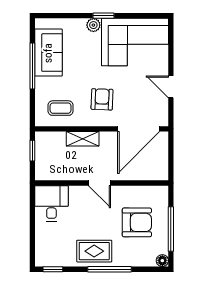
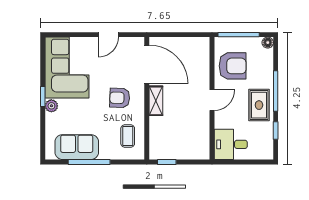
shelving: (83, 139) -> (156, 101), moved
door: (100, 183) -> (212, 100), moved
wall: (102, 183) -> (212, 98), moved
desk: (51, 203) -> (231, 144), moved
armchair: (137, 222) -> (233, 66), turned 90
window: (53, 269) -> (276, 130), moved

